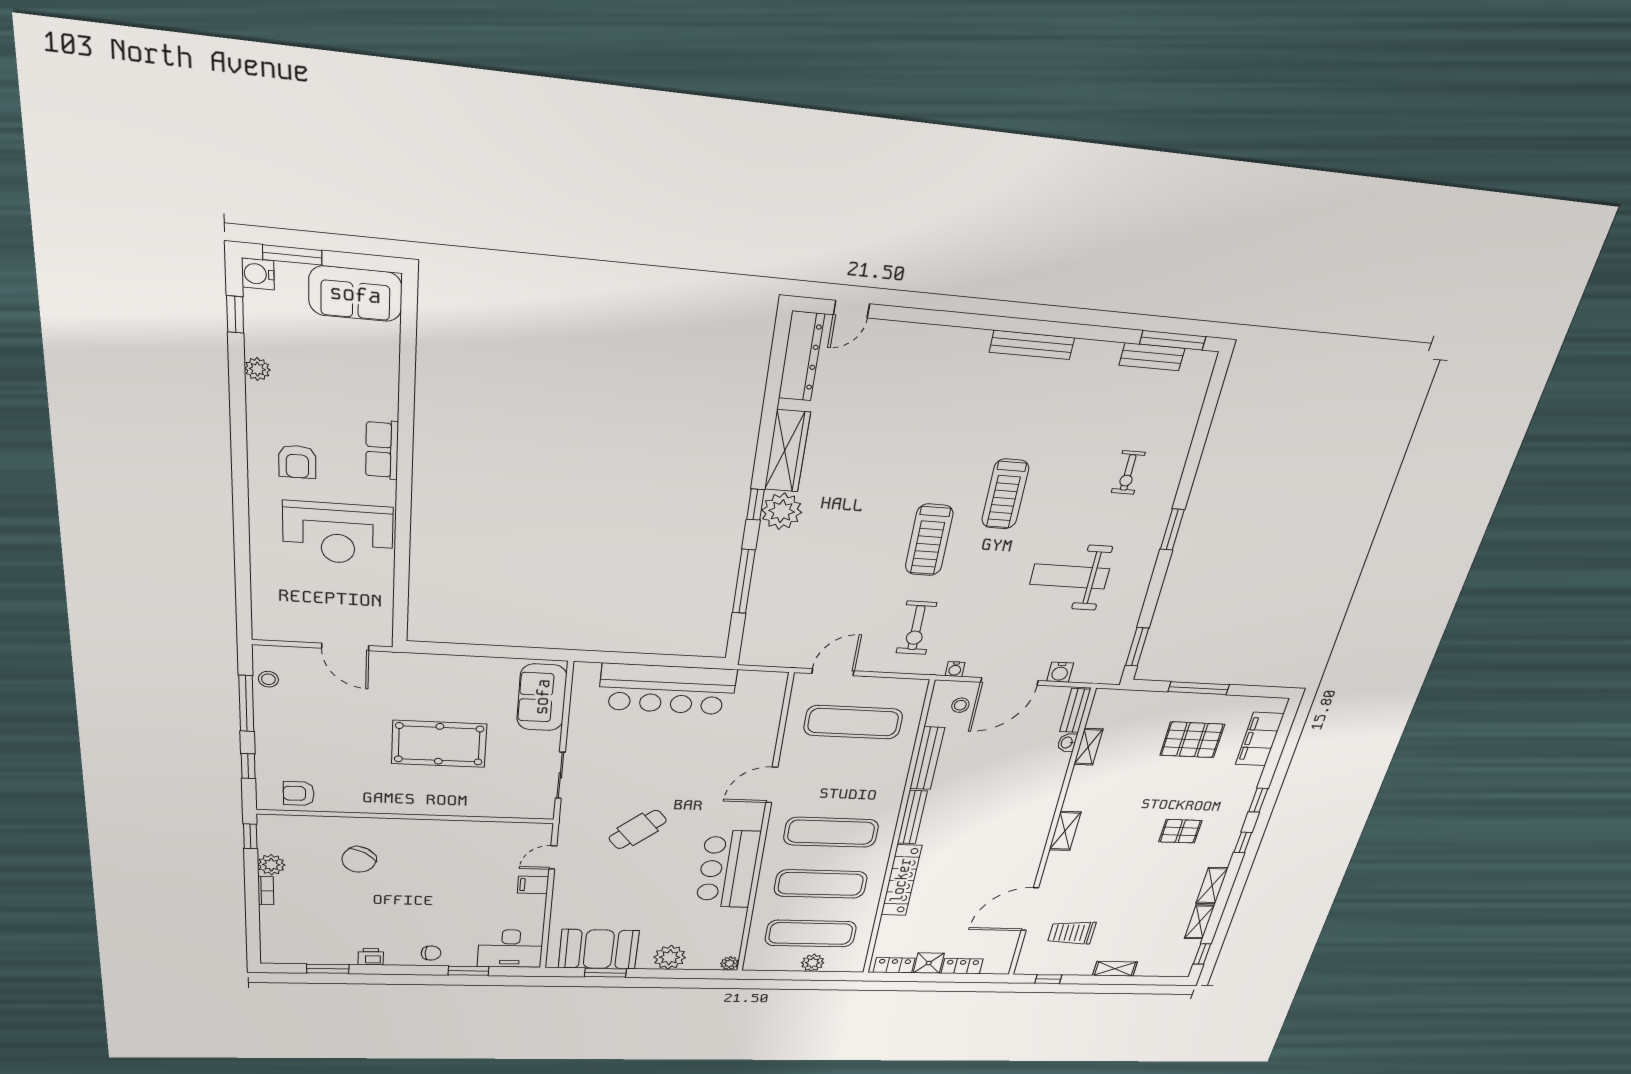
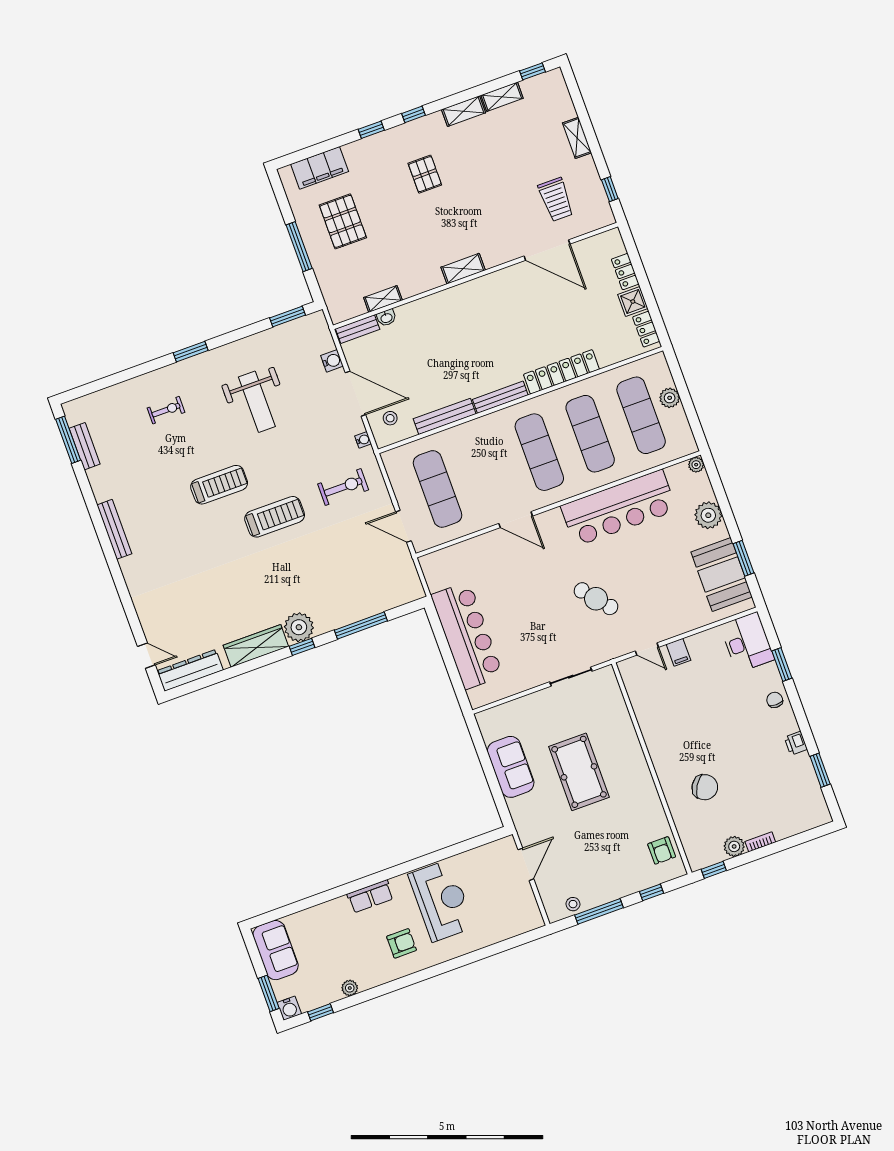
sofa: (542, 697) -> (511, 767), moved, turned -90
bar counter: (728, 869) -> (619, 508), width x1.36

